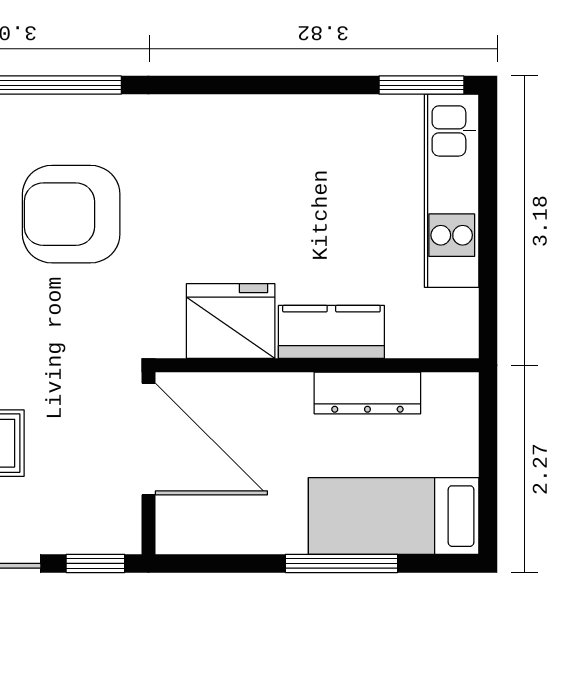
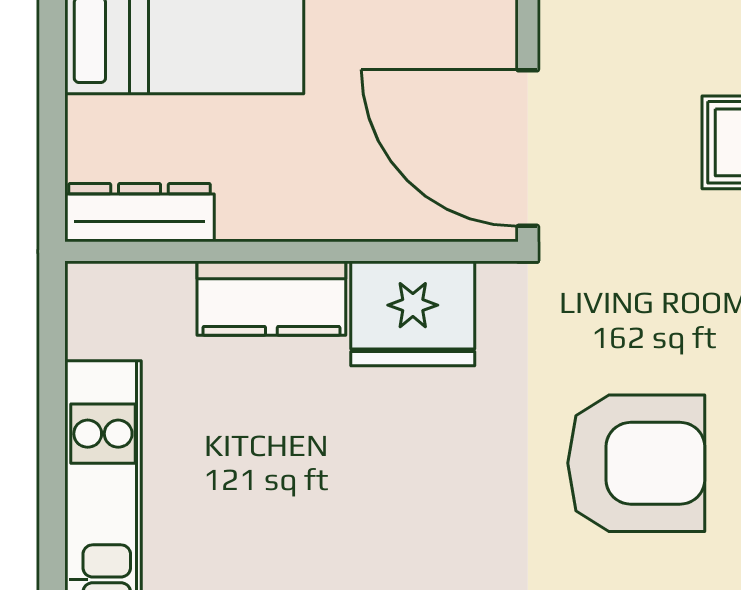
dresser: (367, 393) -> (140, 213), moved

